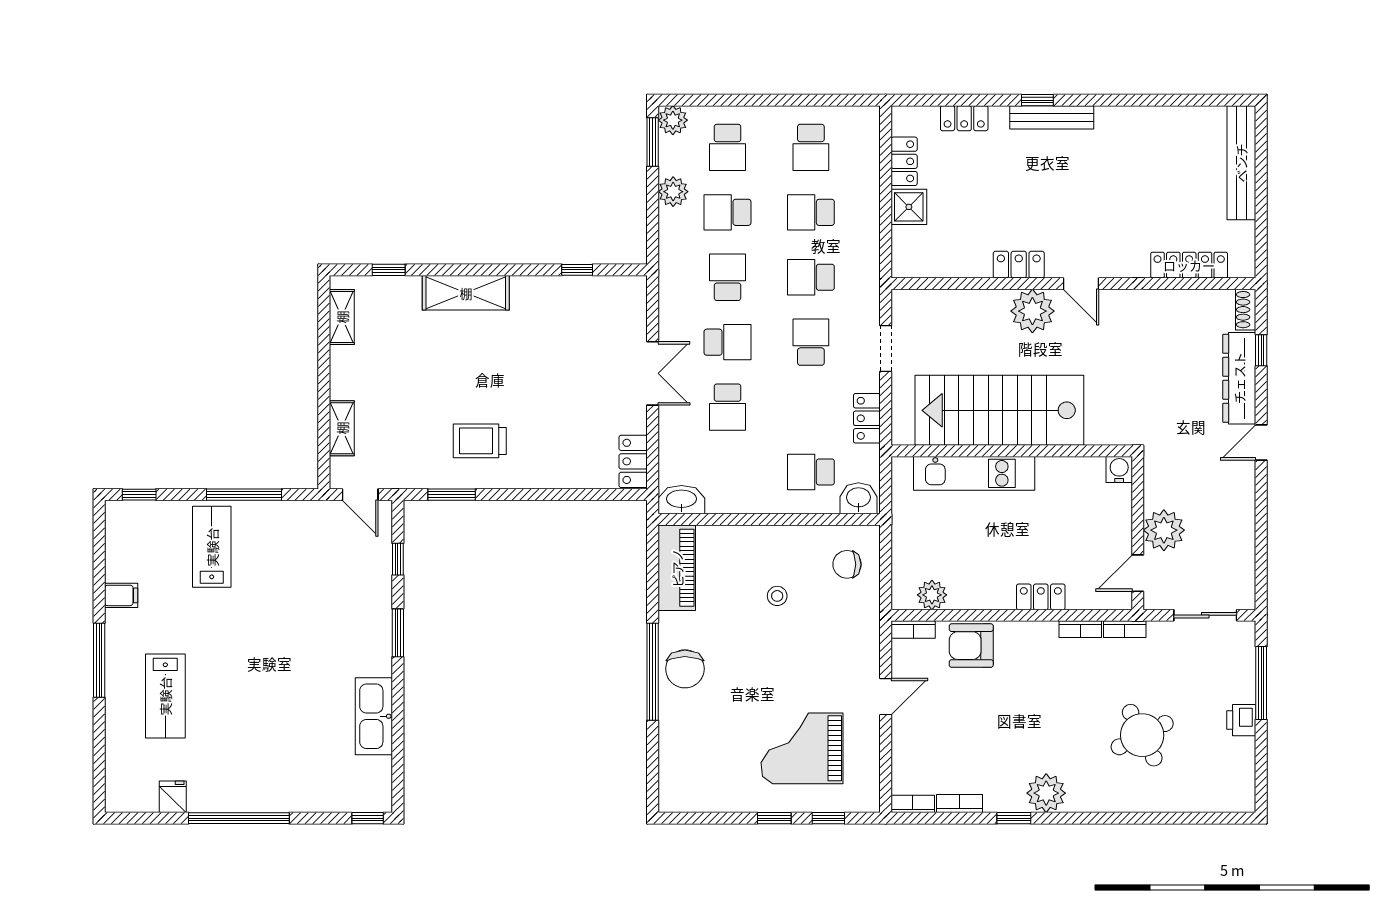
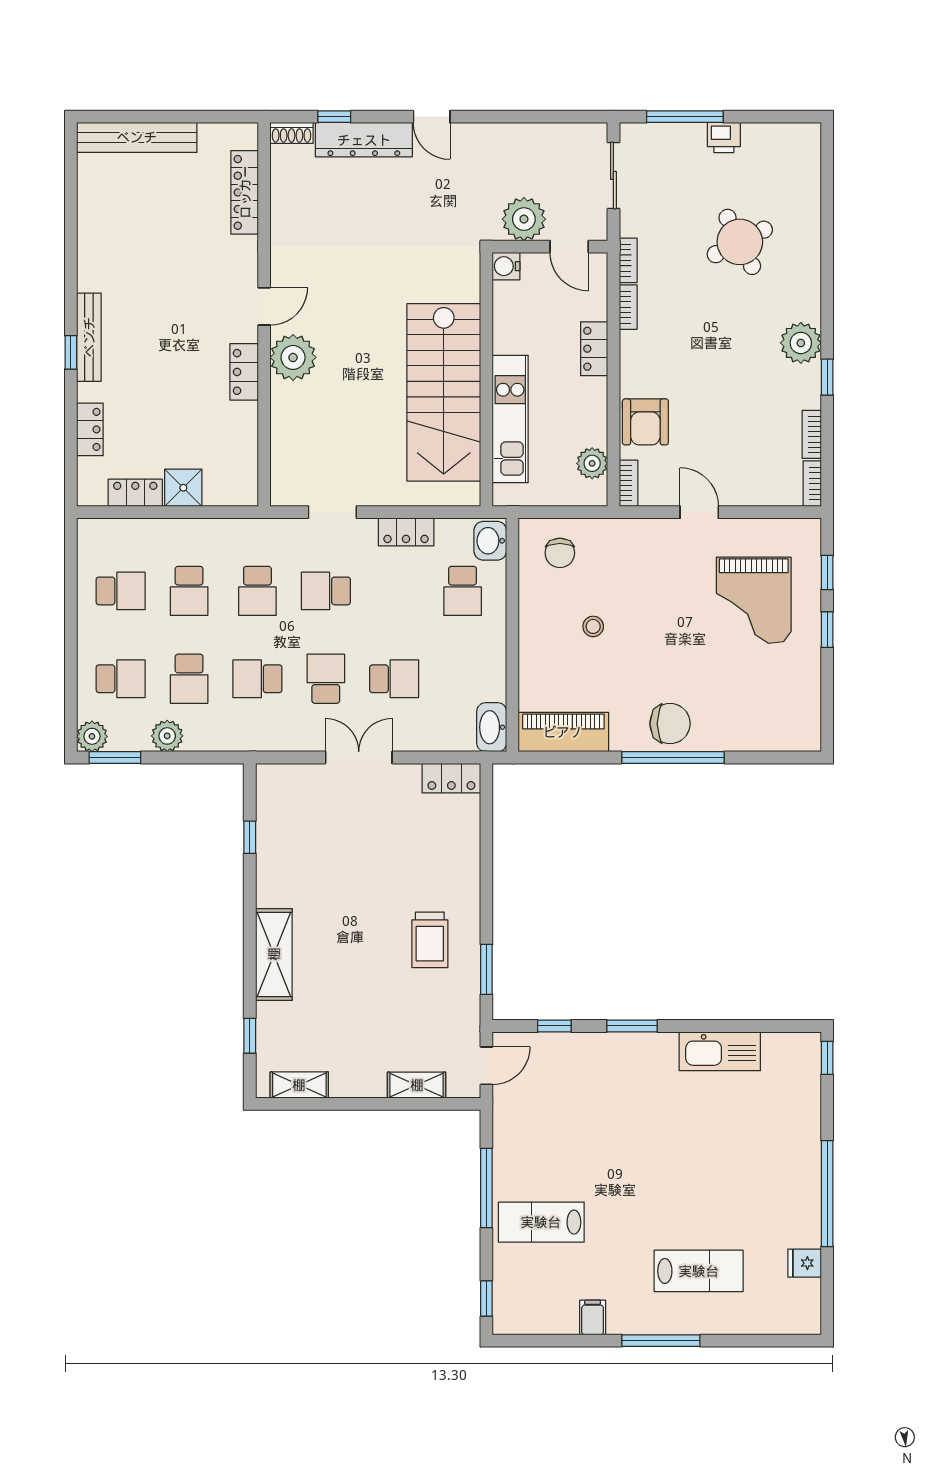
stairs: (999, 410) -> (444, 392), moved
wall: (1012, 451) -> (486, 379), moved
water cooler: (1119, 469) -> (506, 266), moved
kitchen unit: (974, 473) -> (510, 419), moved

